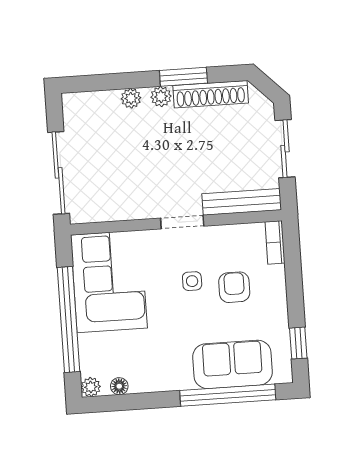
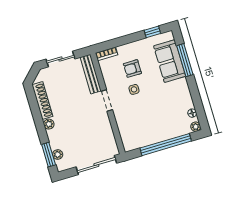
window: (183, 77) -> (49, 155), moved
plant: (131, 98) -> (58, 155), moved
corner sofa: (109, 282) -> (143, 129), removed
window: (228, 395) -> (185, 60), width x0.68

